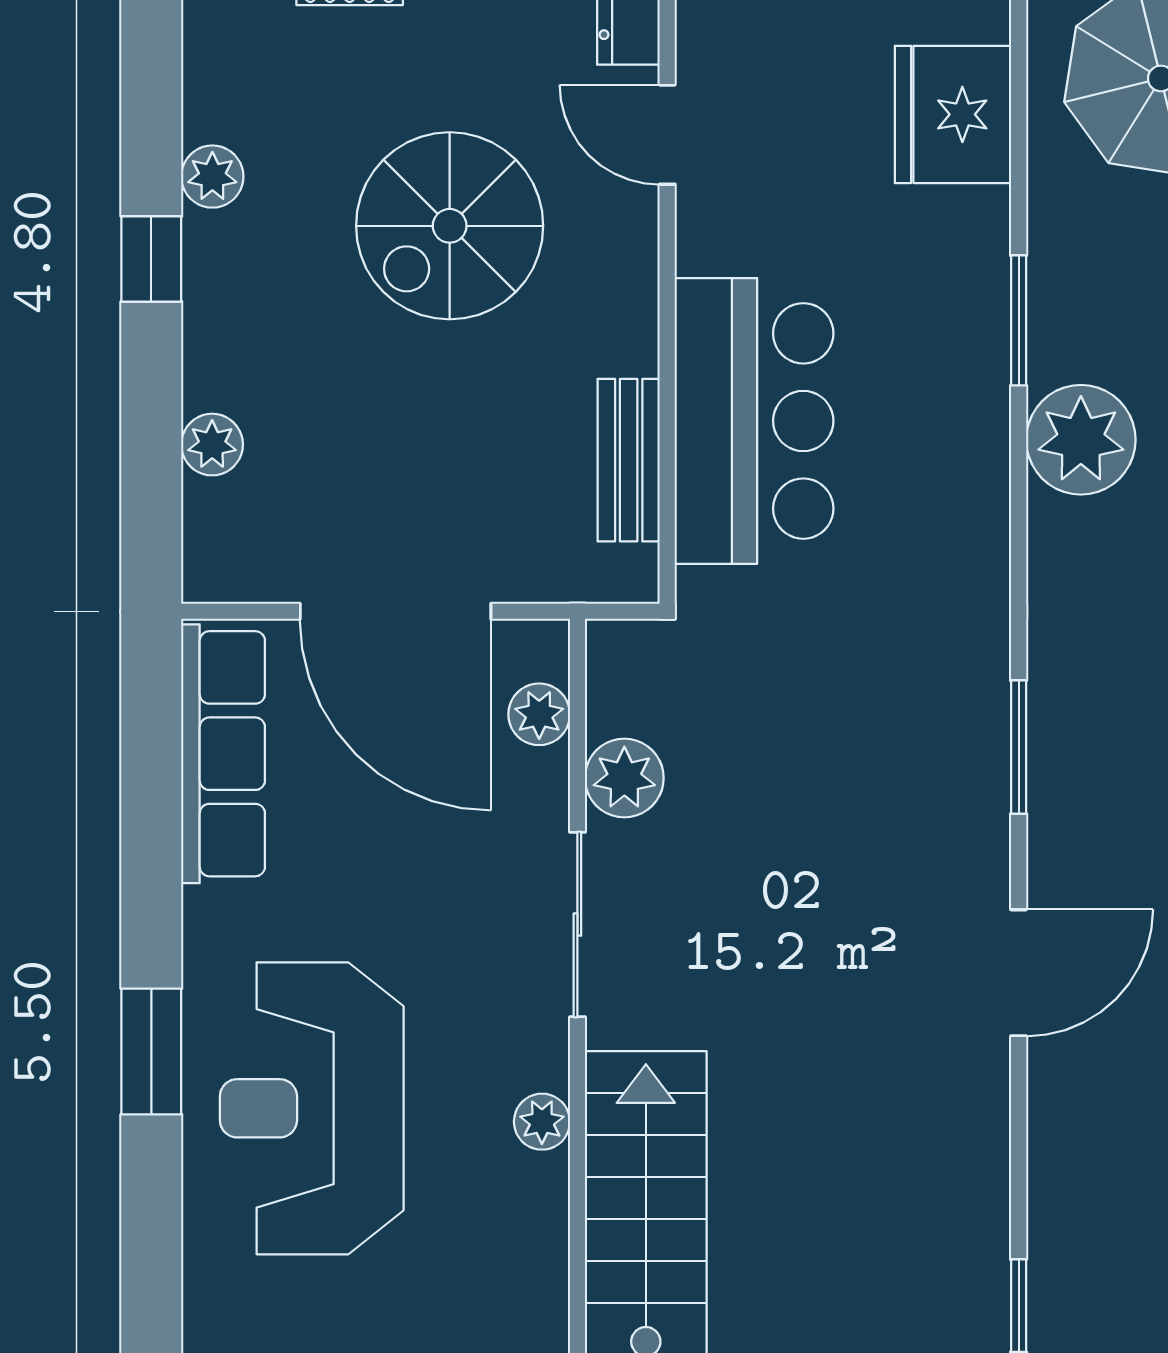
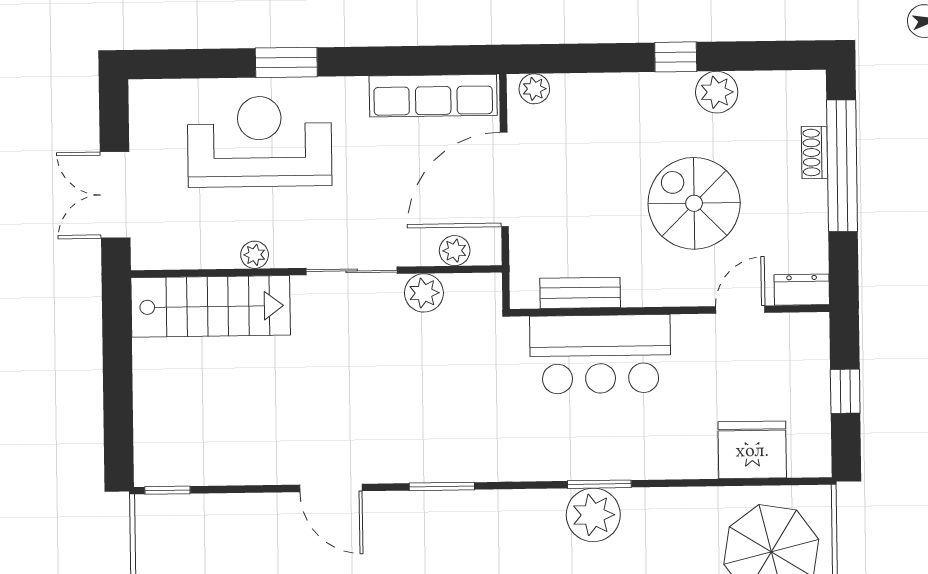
plant: (212, 177) -> (717, 92), width x1.38, depth x1.38
window: (1019, 320) -> (599, 484), moved
plant: (212, 445) -> (534, 89), moved

